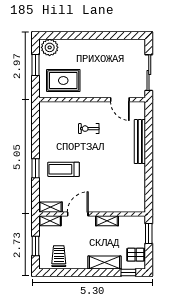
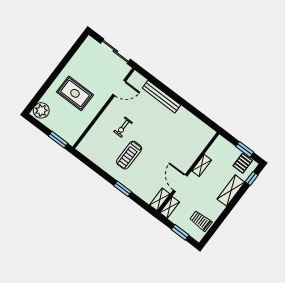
window: (36, 65) -> (58, 140), moved
rug: (63, 80) -> (75, 93), moved, turned 90
treadmill: (63, 169) -> (129, 155), moved
window: (149, 233) -> (245, 149), moved

